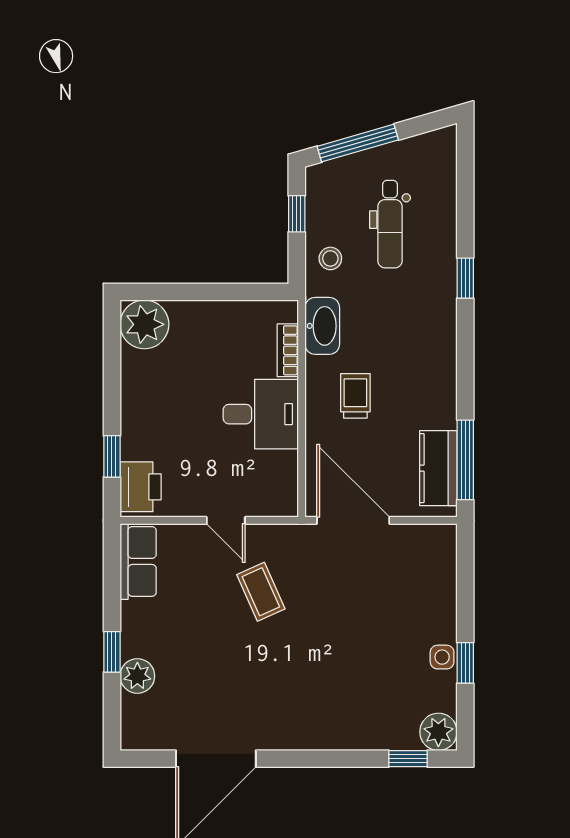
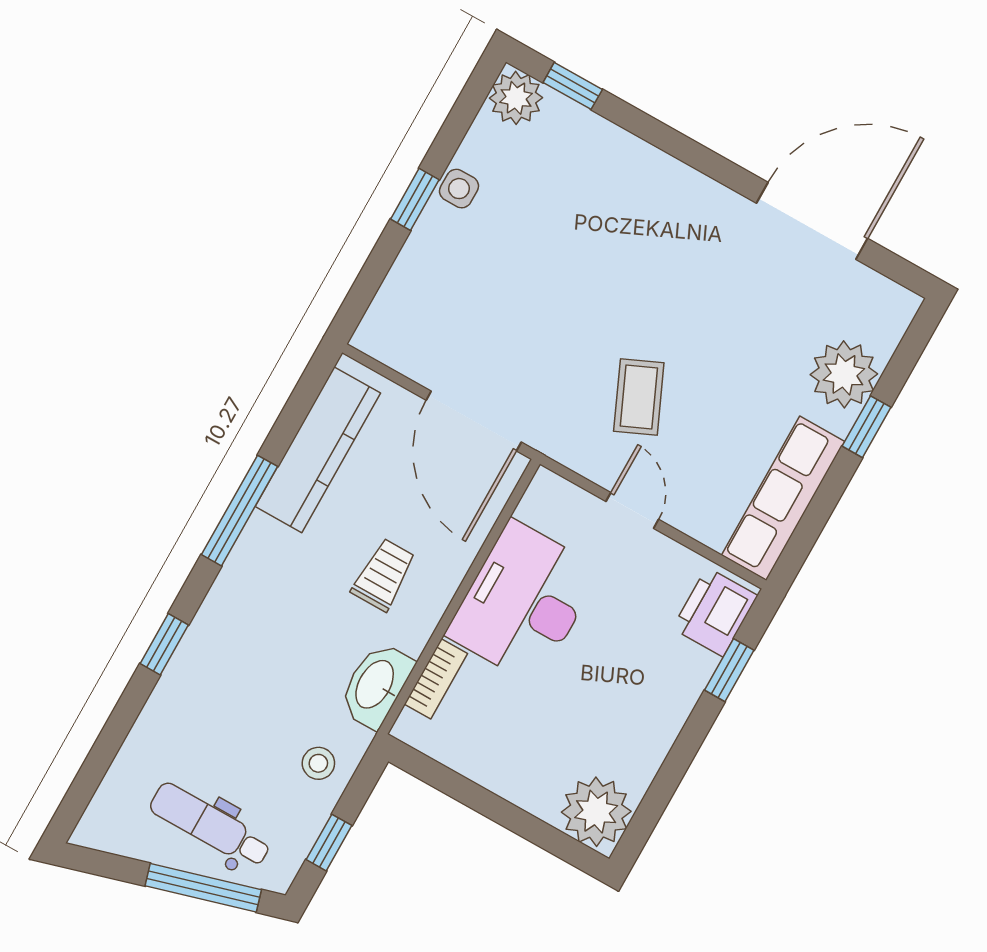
dental chair: (390, 224) -> (210, 825), moved, turned -90
trolley: (355, 396) -> (384, 575), turned 180
desk: (261, 414) -> (523, 602), width x1.37
window: (465, 460) -> (240, 511), moved
kitchen counter: (438, 468) -> (318, 450), width x1.50
row of seats: (138, 561) -> (783, 498), width x1.48
window: (465, 663) -> (415, 199), moved
plant: (137, 676) -> (844, 374), width x1.36, depth x1.36

